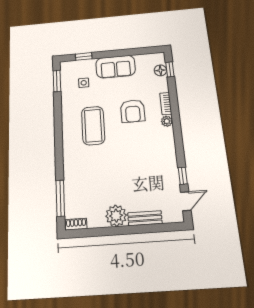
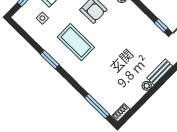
window: (57, 81) -> (50, 60), moved
plant: (116, 216) -> (147, 86), width x0.53, depth x0.53

